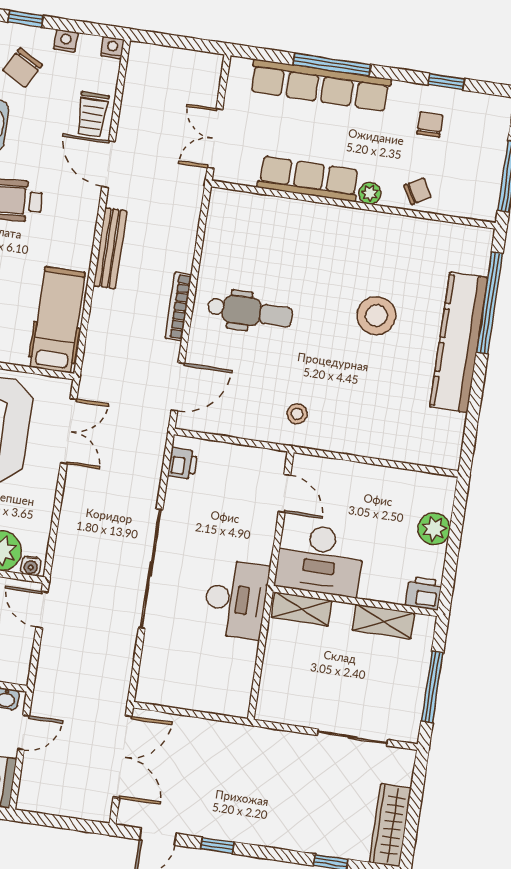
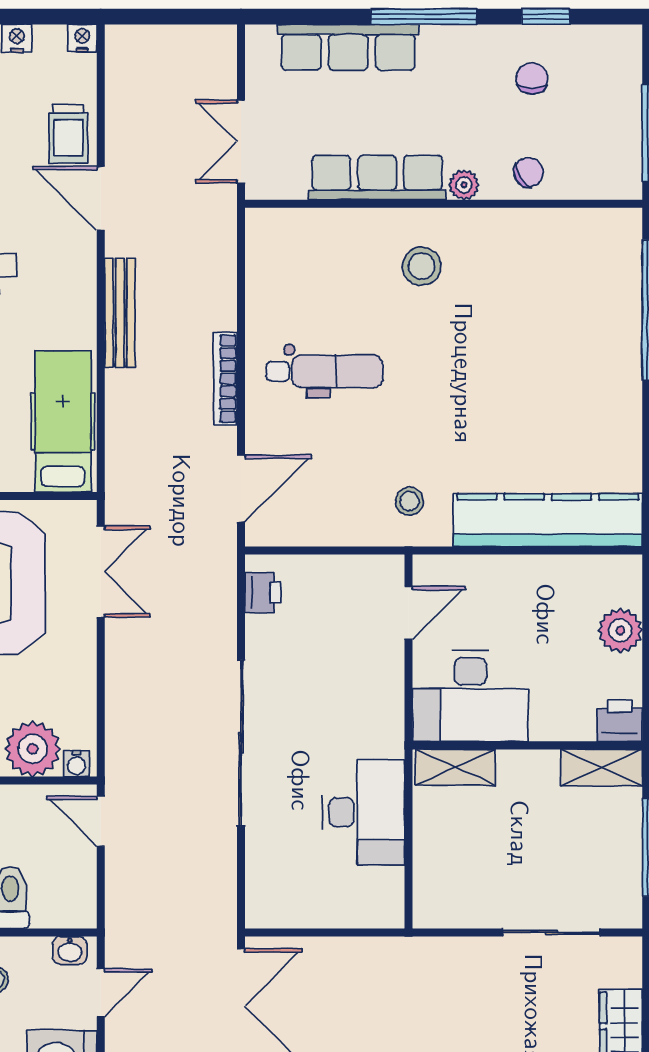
window: (332, 65) -> (424, 17), moved
row of seats: (320, 85) -> (348, 47), width x0.73
stool: (376, 316) -> (422, 266), moved, width x0.73, depth x0.73
kitchen counter: (459, 342) -> (548, 520), moved, turned 90
door: (284, 494) -> (409, 613), hinge flipped
desk: (236, 599) -> (364, 812), moved
shelving: (383, 622) -> (602, 768), moved

